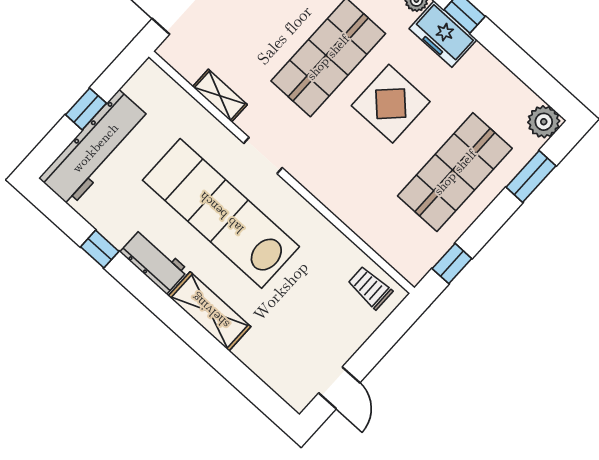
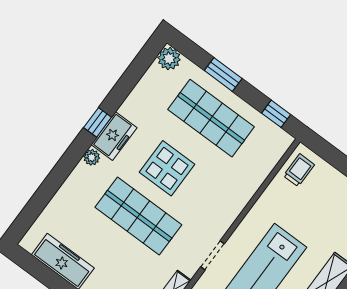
window: (531, 176) -> (223, 74), moved
trolley: (370, 288) -> (299, 170), turned 180

